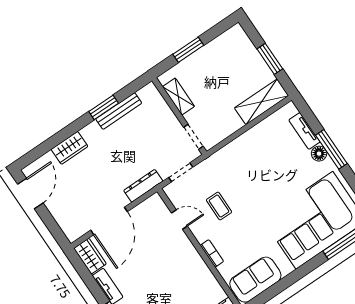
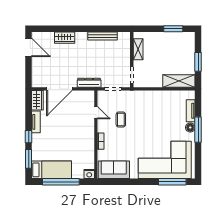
window: (188, 50) -> (173, 29), moved
window: (104, 107) -> (96, 29), removed
door: (30, 193) -> (29, 47), hinge flipped

